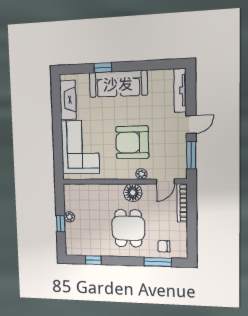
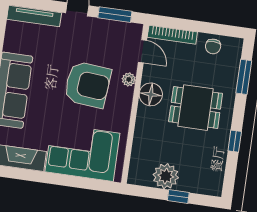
armchair: (132, 142) -> (87, 85), turned -85
plant: (69, 217) -> (166, 176), width x1.87, depth x1.87
chair: (164, 246) -> (213, 46), moved
window: (93, 260) -> (235, 141), moved

